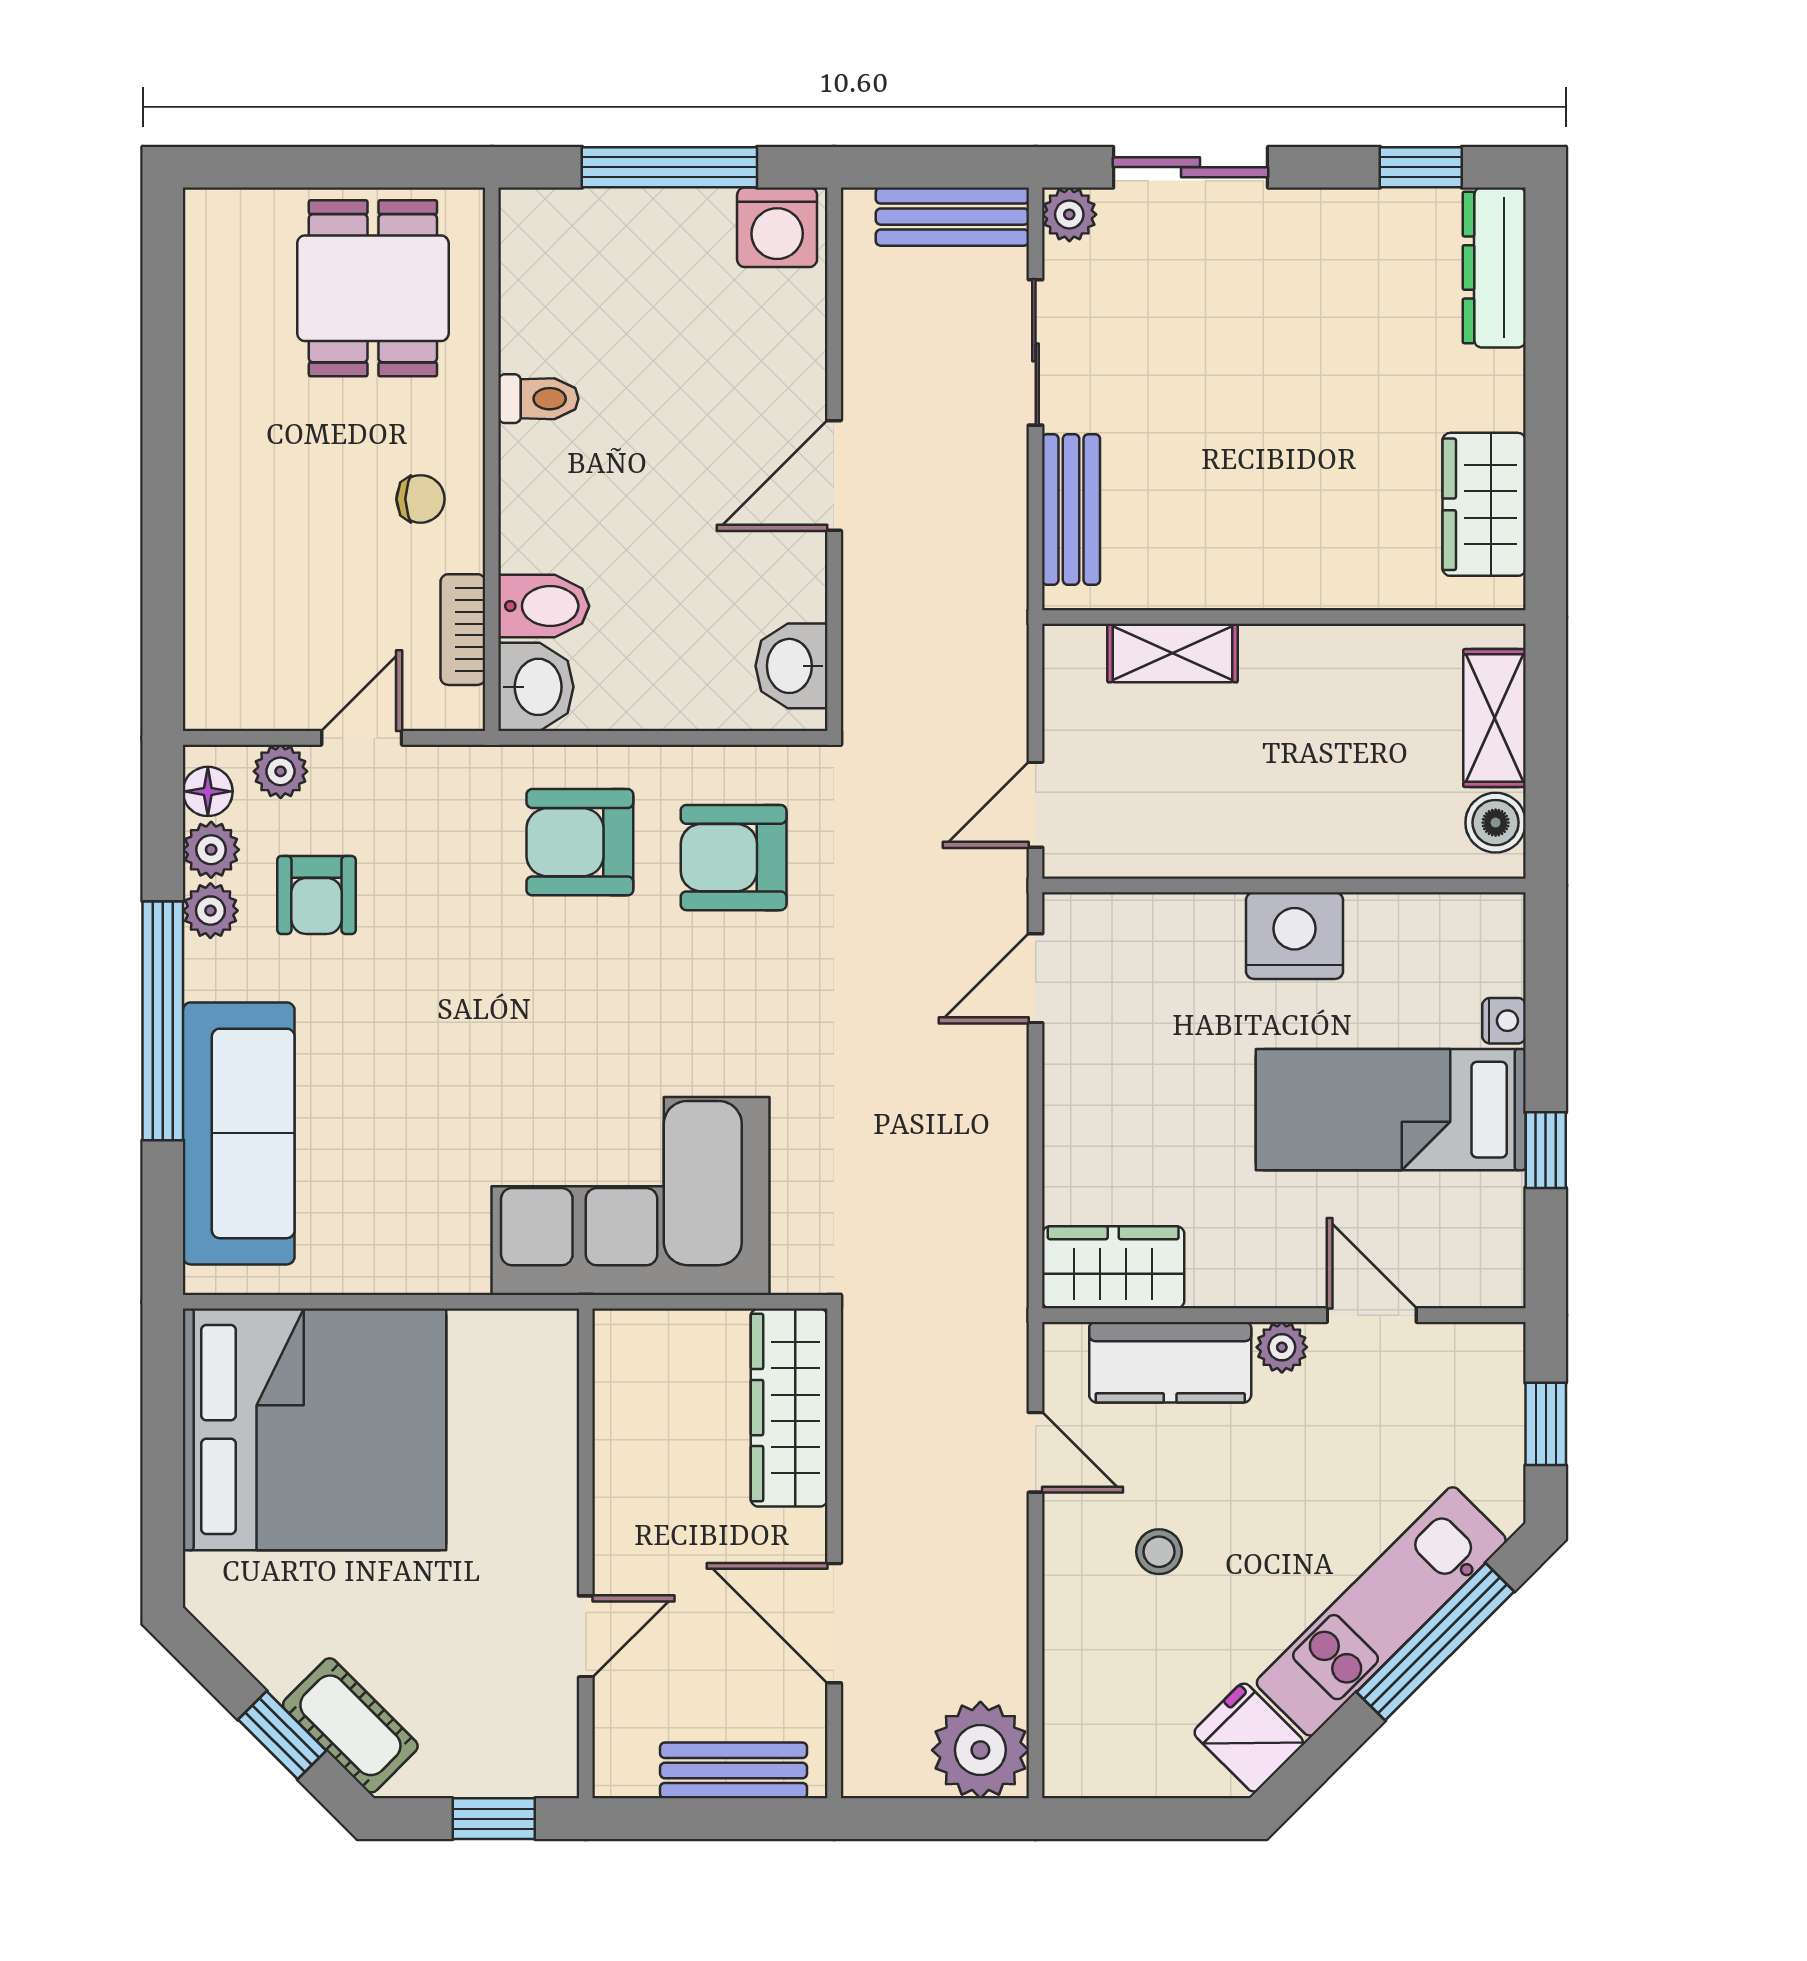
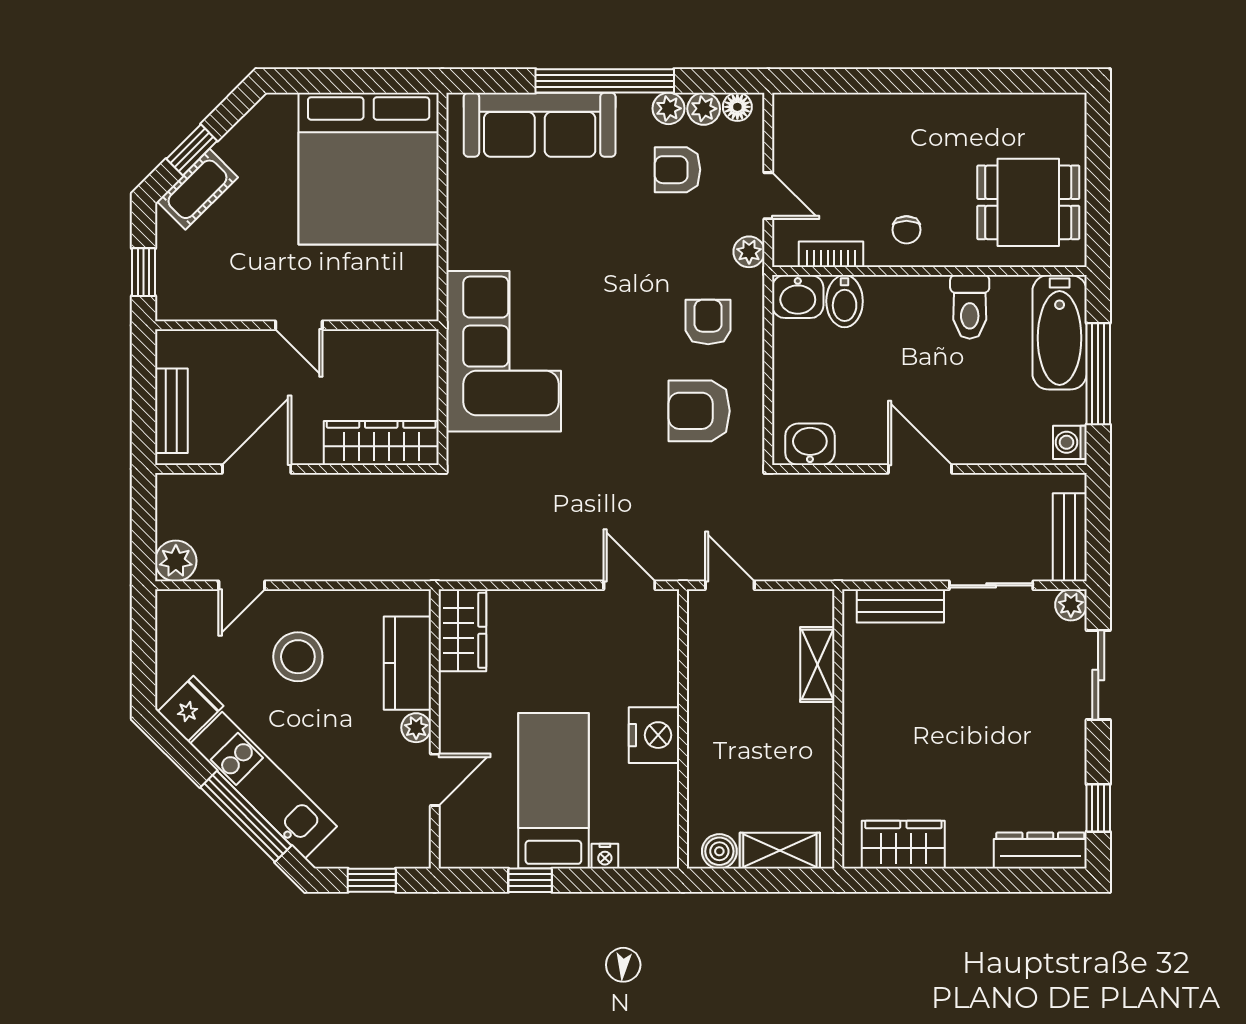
washing machine: (777, 227) -> (1070, 442), width x0.73, depth x0.73
bathtub: (598, 234) -> (1060, 332), added
toilet: (538, 399) -> (970, 307), width x1.37, depth x1.39
plant: (281, 771) -> (749, 252), moved
armchair: (580, 842) -> (708, 322), width x0.72, depth x0.72
armchair: (734, 858) -> (699, 411), turned -90
door: (1036, 1452) -> (242, 585), moved
stool: (1159, 1552) -> (298, 657), width x1.89, depth x1.89
door: (586, 1636) -> (299, 325), moved
plant: (980, 1750) -> (176, 561), width x0.73, depth x0.73

